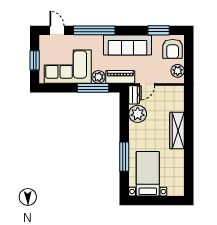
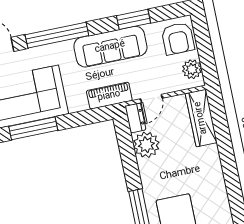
window: (159, 30) -> (134, 19), moved
plant: (98, 77) -> (77, 102), removed
window: (93, 88) -> (33, 128), moved
wardrobe: (177, 130) -> (201, 118), moved

